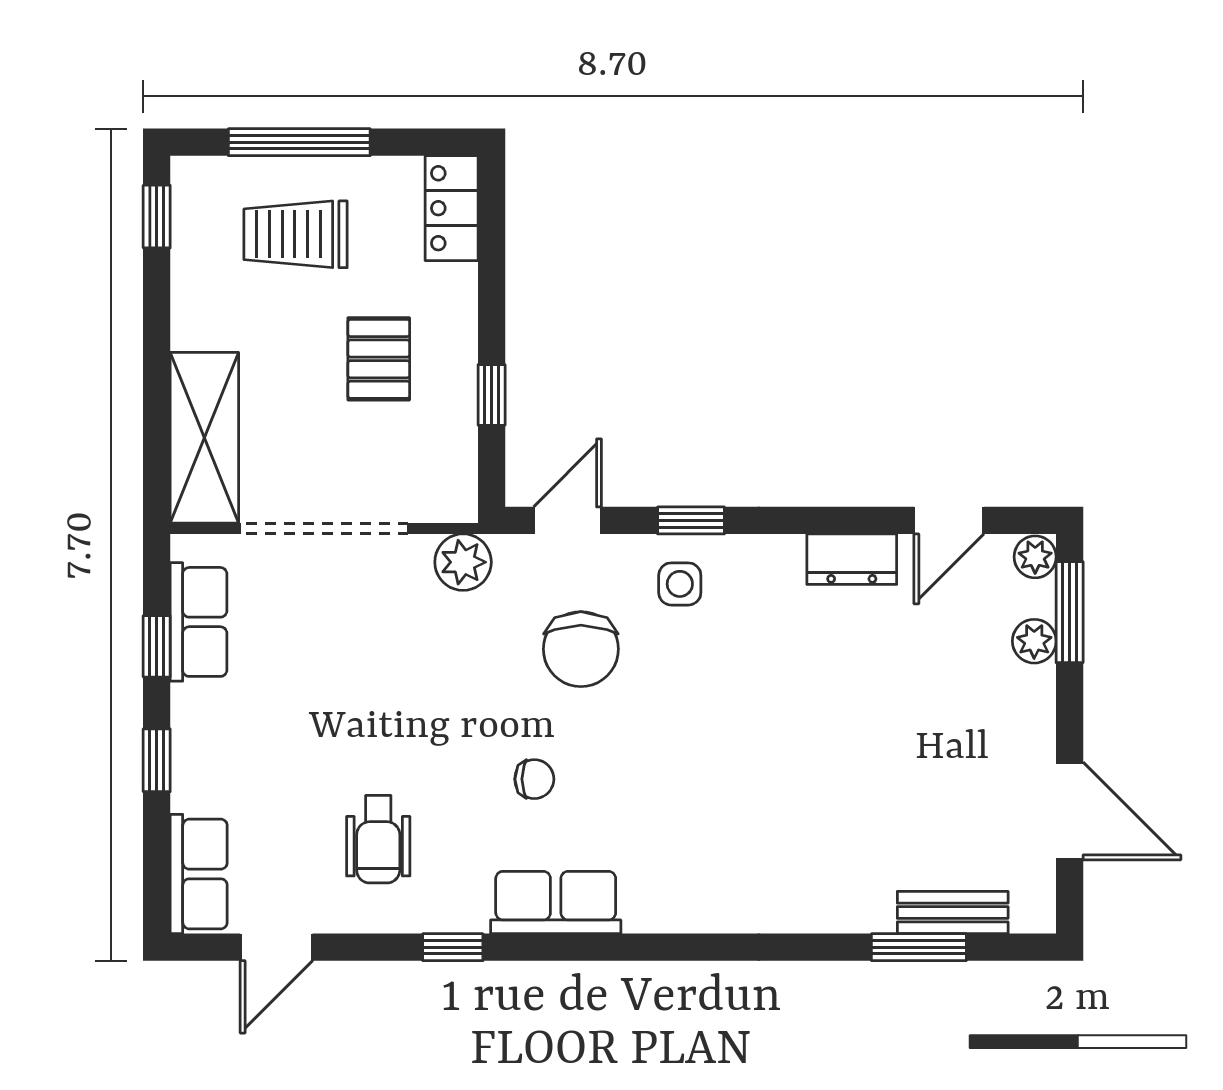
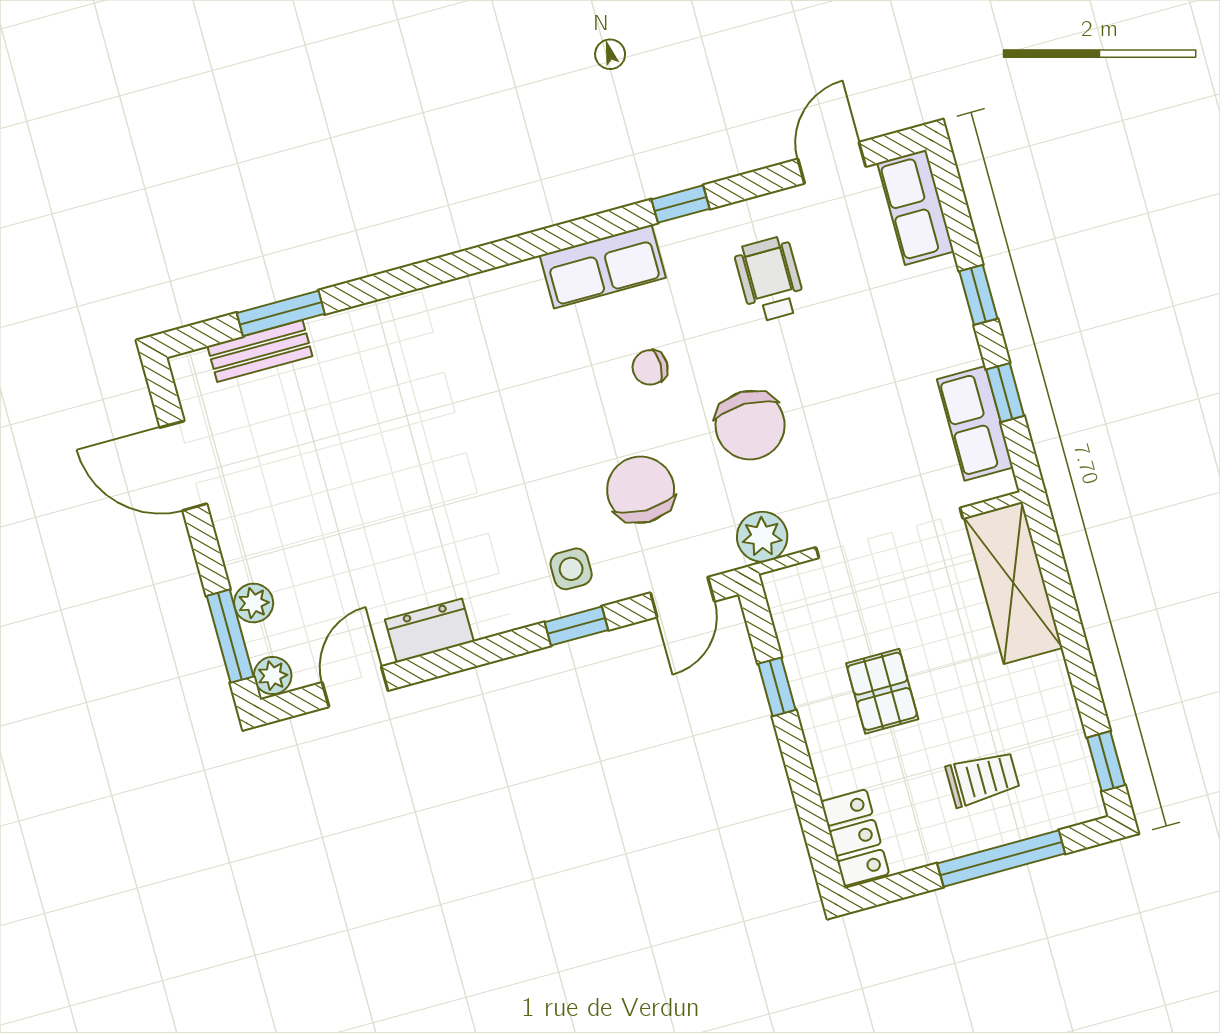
trolley: (296, 234) -> (983, 779), width x0.73, depth x0.72
chair: (443, 687) -> (750, 425), added

